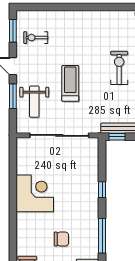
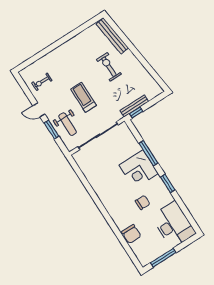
window: (13, 31) -> (24, 87), removed
window: (102, 190) -> (148, 153), width x2.17
corner desk: (35, 193) -> (139, 169), moved, turned 180
window: (102, 236) -> (168, 183), width x0.69

